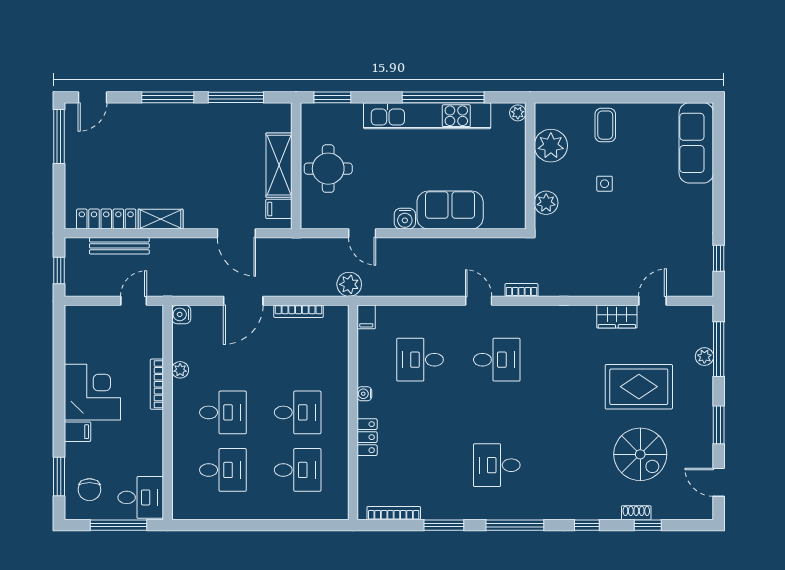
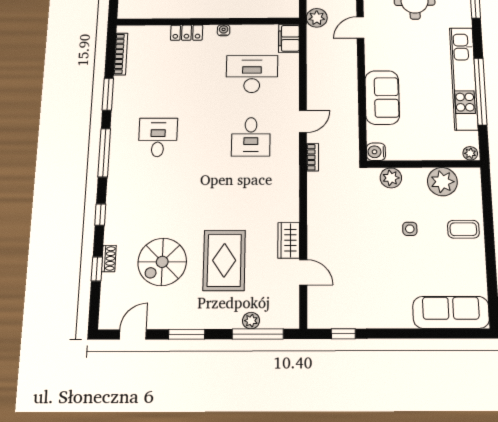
water cooler: (405, 219) -> (376, 152), moved
filing cabinet: (366, 317) -> (289, 38), width x2.00
desk: (420, 360) -> (252, 74), width x1.37

